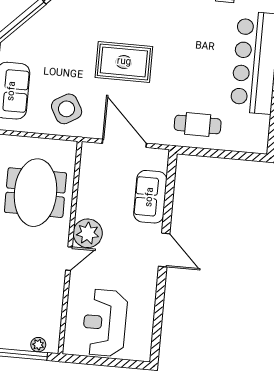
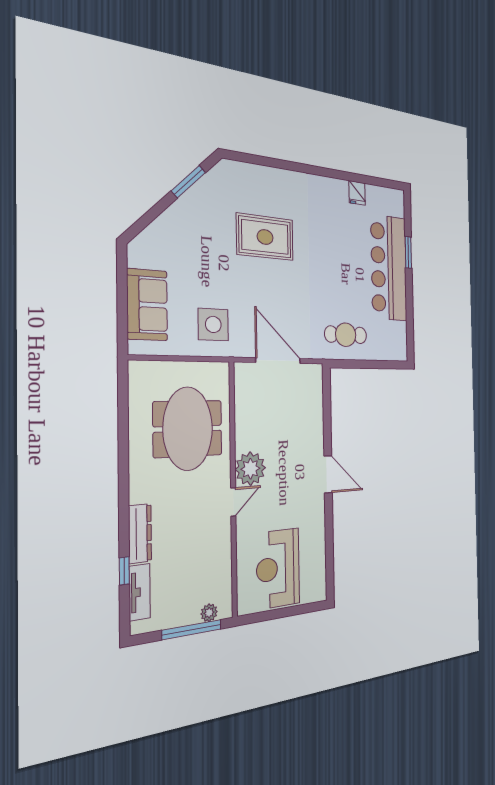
rug: (124, 62) -> (265, 237), moved
side table: (67, 109) -> (213, 324), turned 30
sofa: (150, 197) -> (309, 418), removed

